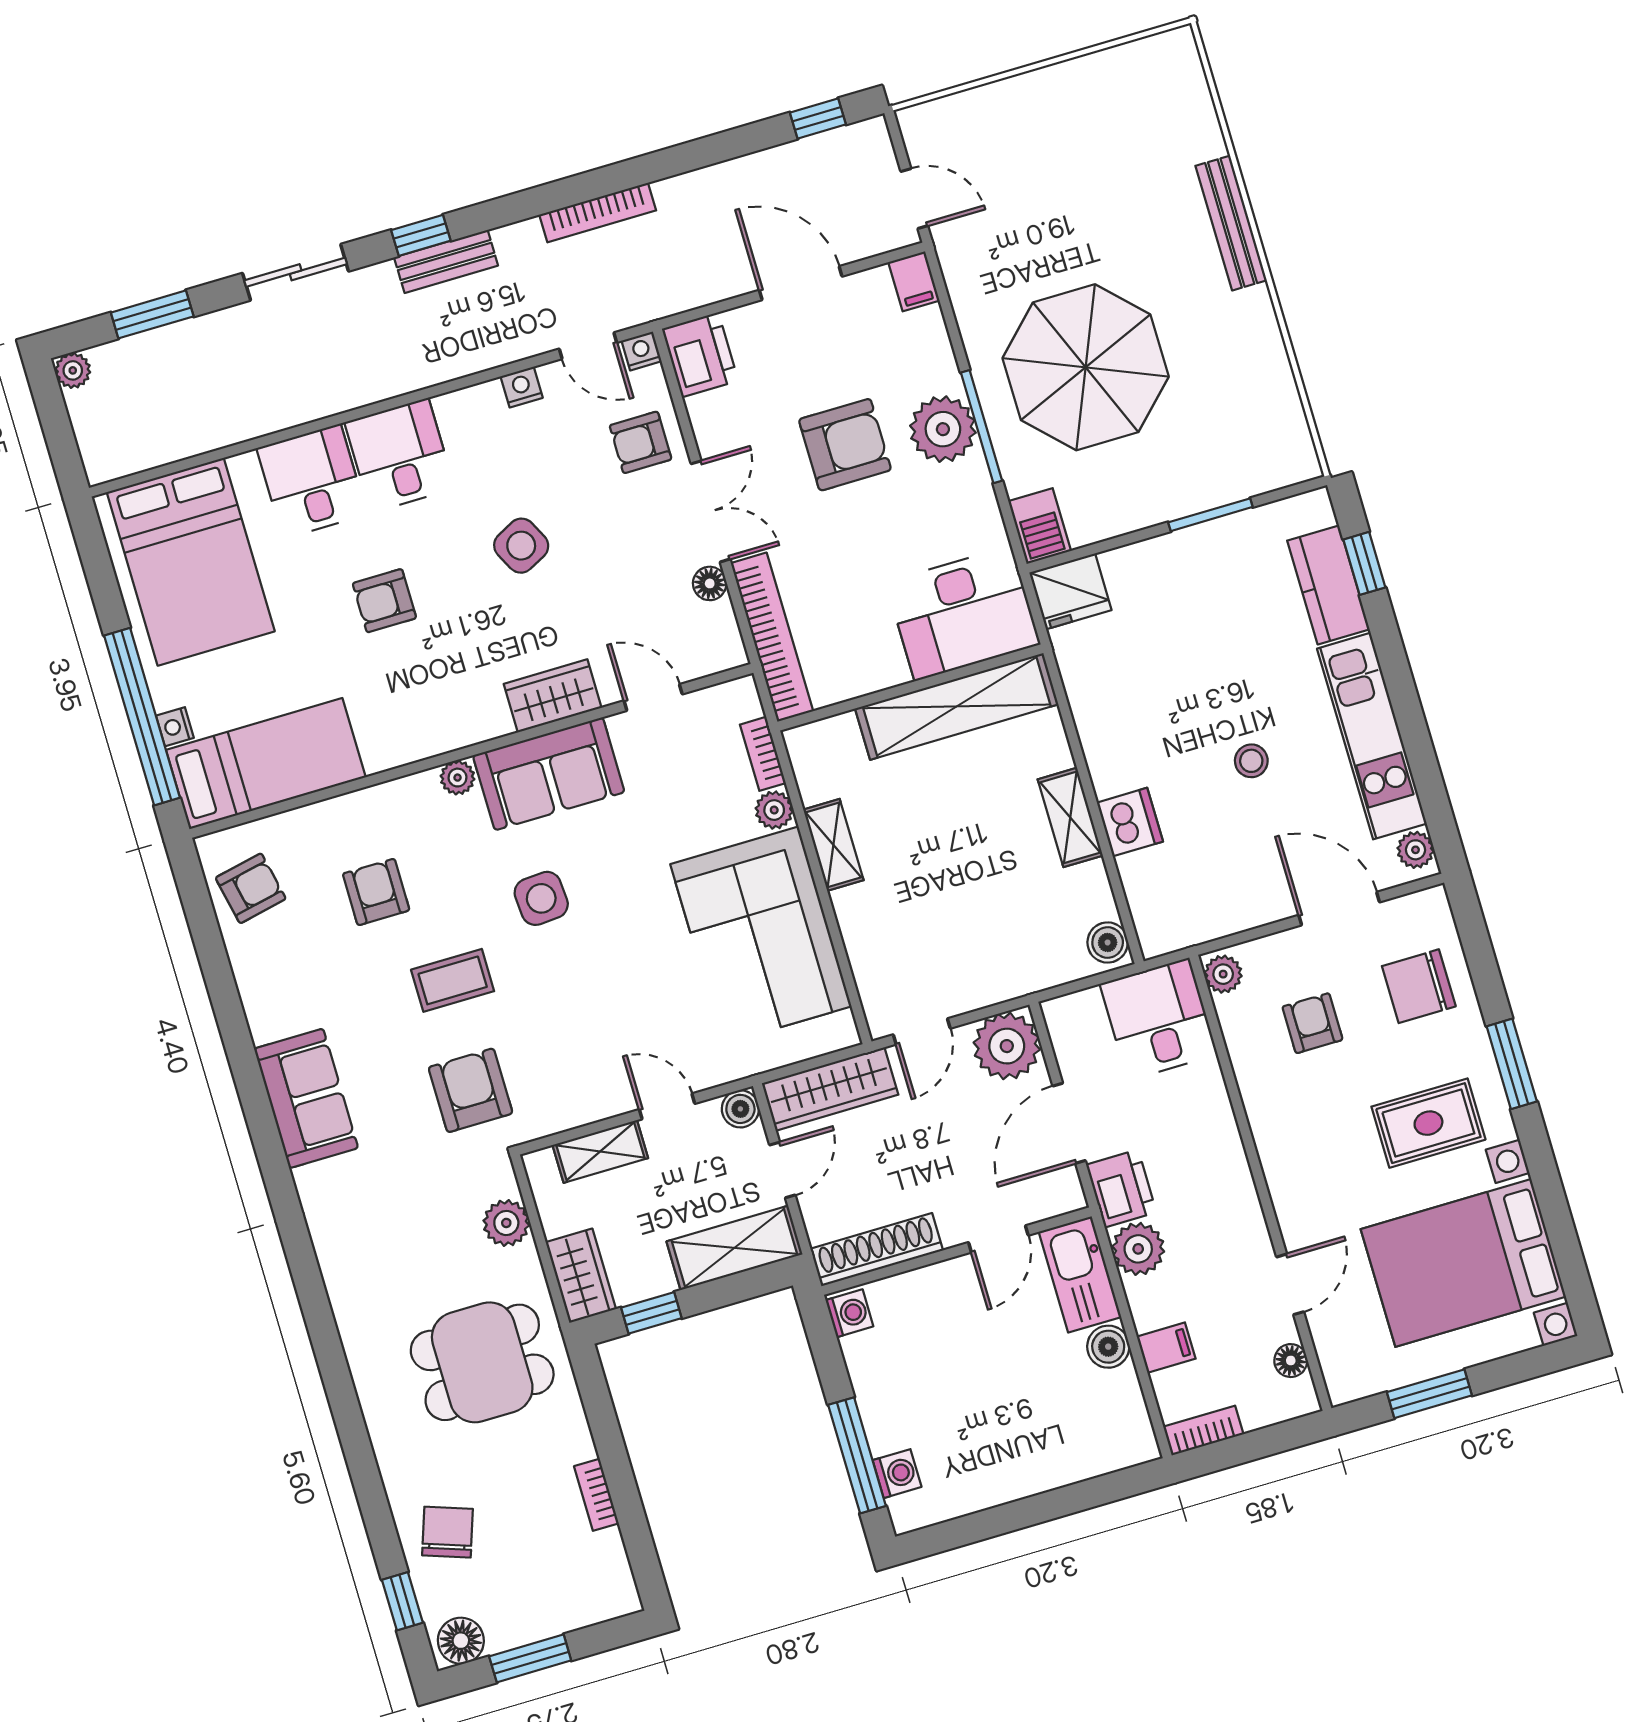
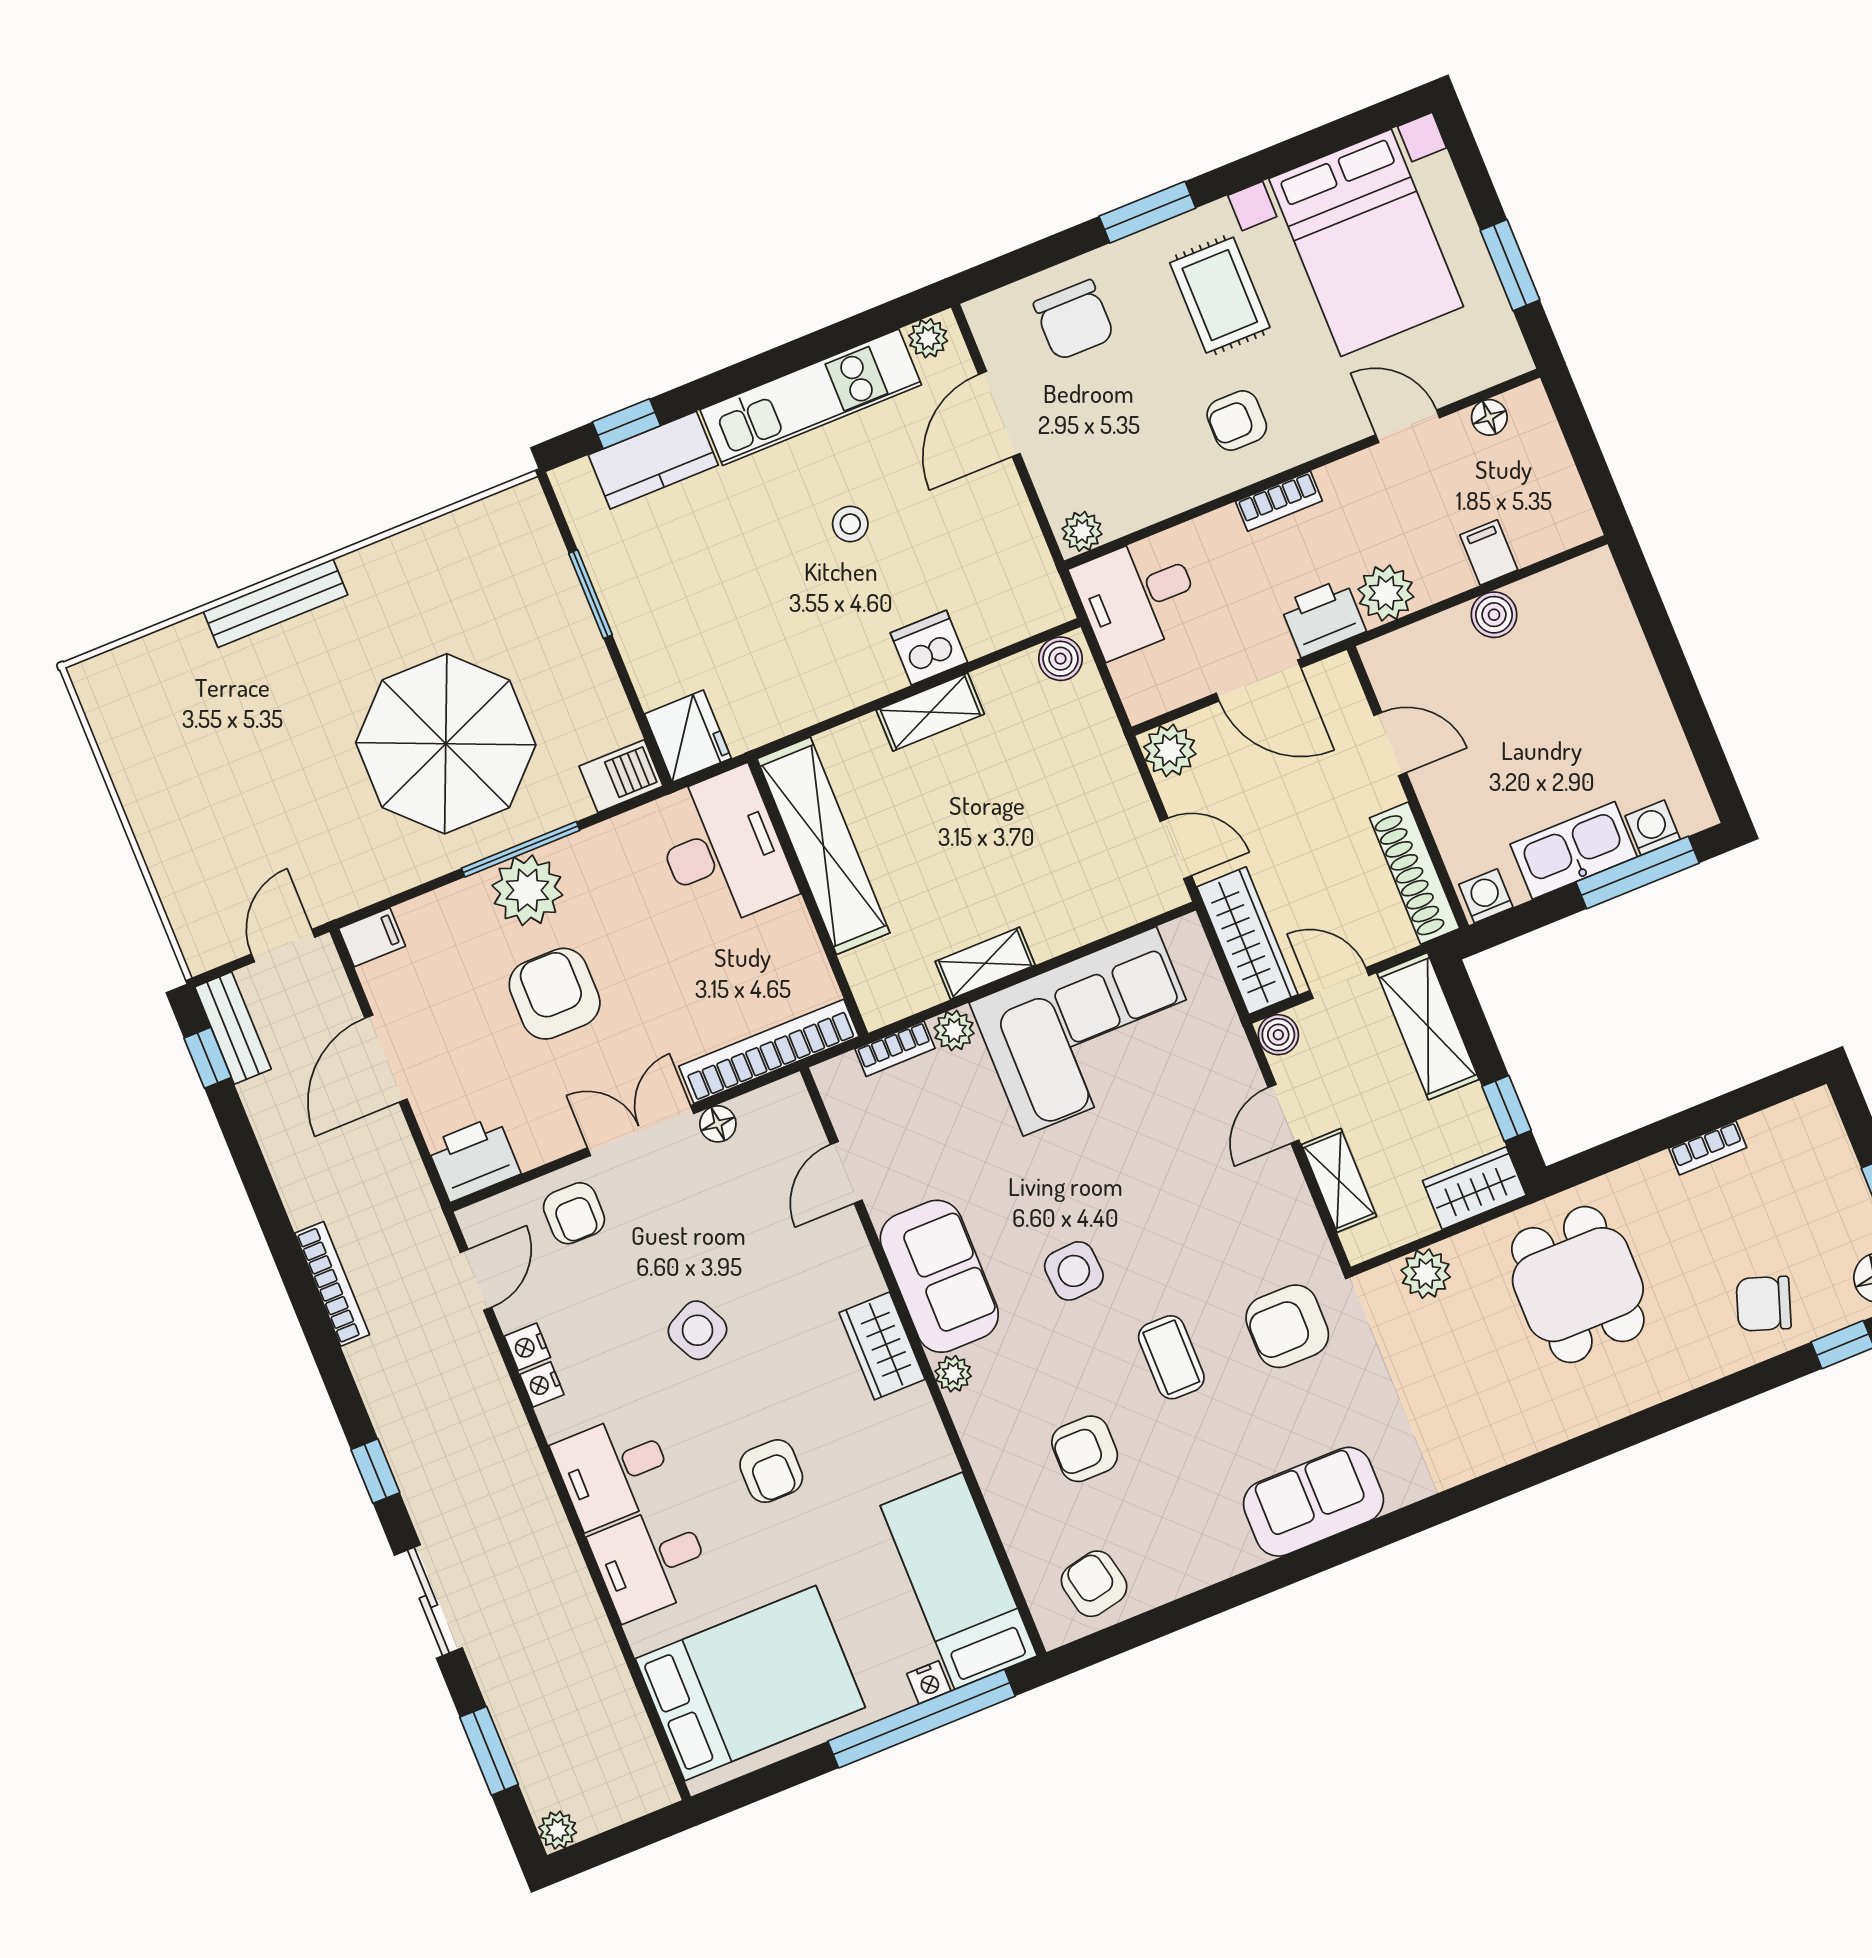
bench: (446, 261) -> (233, 1028), moved
nightstand: (642, 351) -> (542, 1384), moved
wardrobe: (553, 696) -> (882, 1346), moved
armchair: (1313, 1023) -> (1237, 421), moved
plant: (1007, 1046) -> (1170, 750), width x0.73, depth x0.73
kitchen sink: (1080, 1274) -> (1574, 850), moved, turned 180
bookcase: (1203, 1431) -> (1279, 501), moved, turned -90

